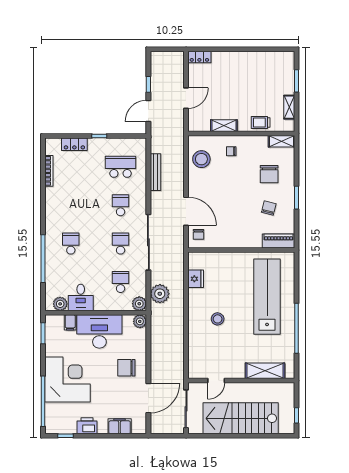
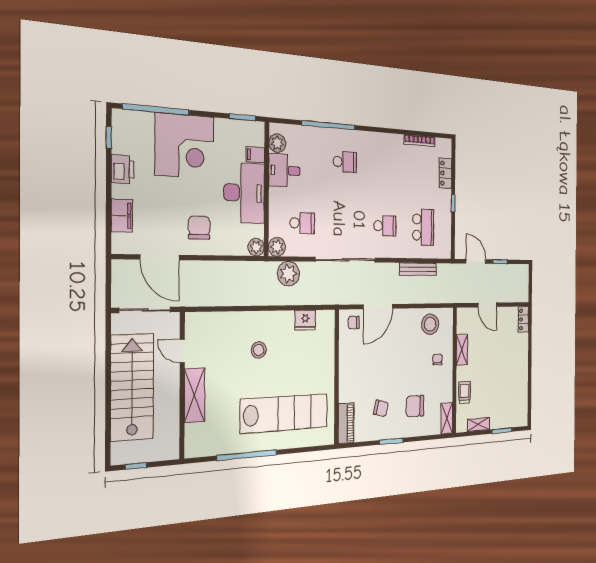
school desk: (121, 244) -> (344, 225), removed
shelving: (265, 371) -> (195, 395), moved

